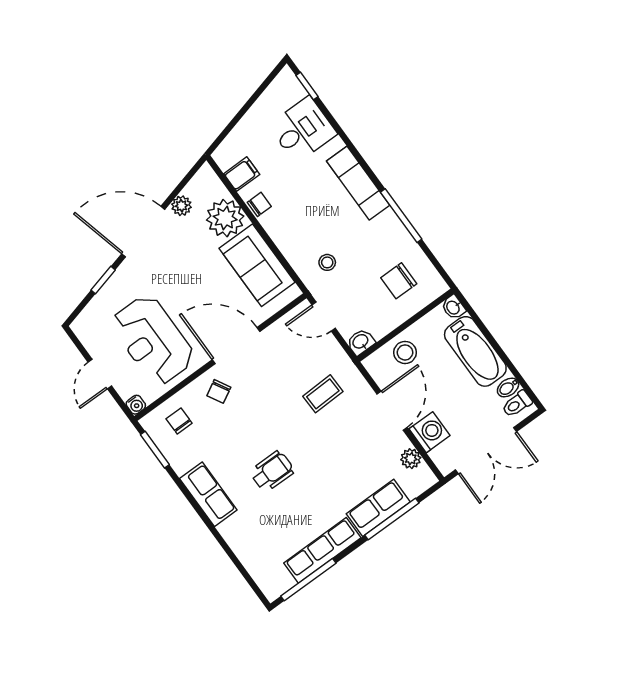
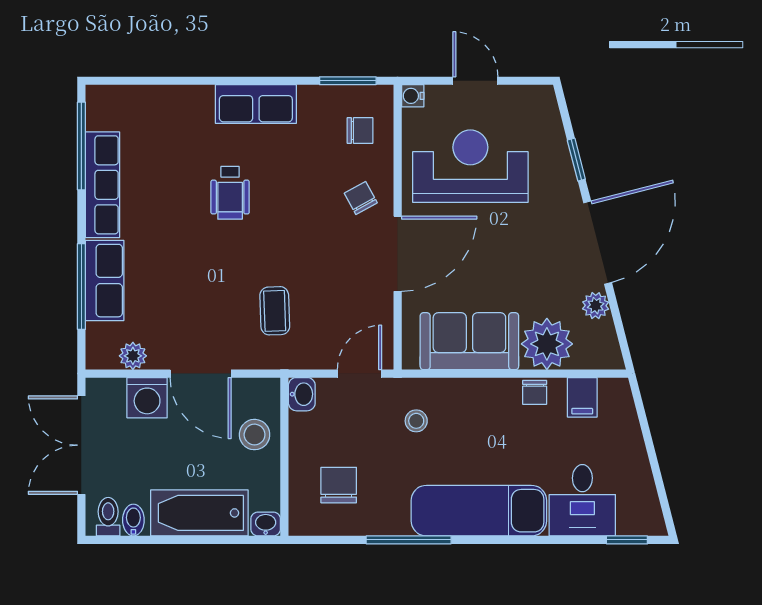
exam couch: (358, 183) -> (479, 511), width x1.36, depth x1.45

